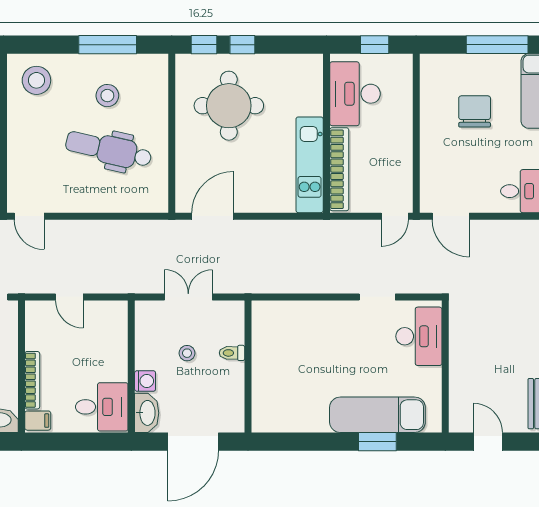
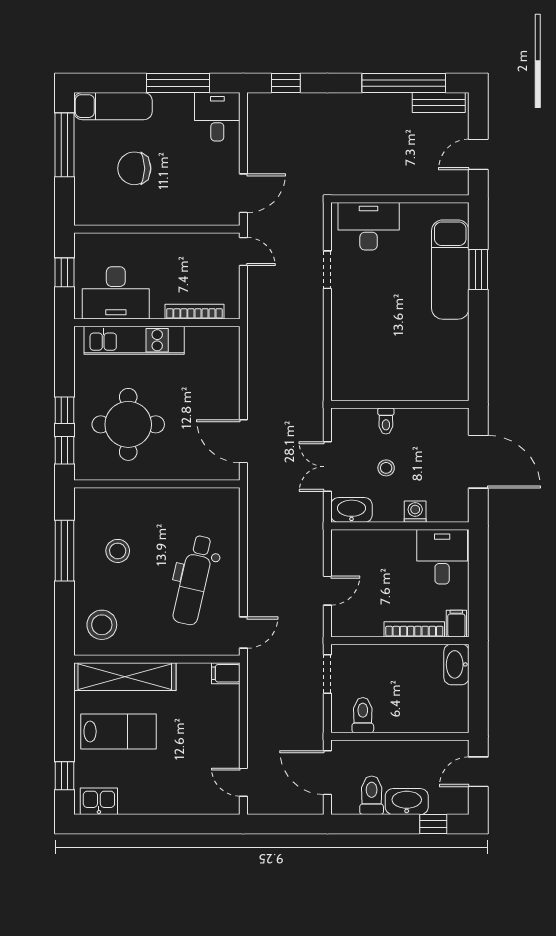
dental chair: (109, 150) -> (194, 580), moved
kitchen unit: (310, 165) -> (134, 340), moved
bookcase: (339, 169) -> (194, 312), width x0.68, depth x0.76
washbasin: (147, 413) -> (351, 510), moved

